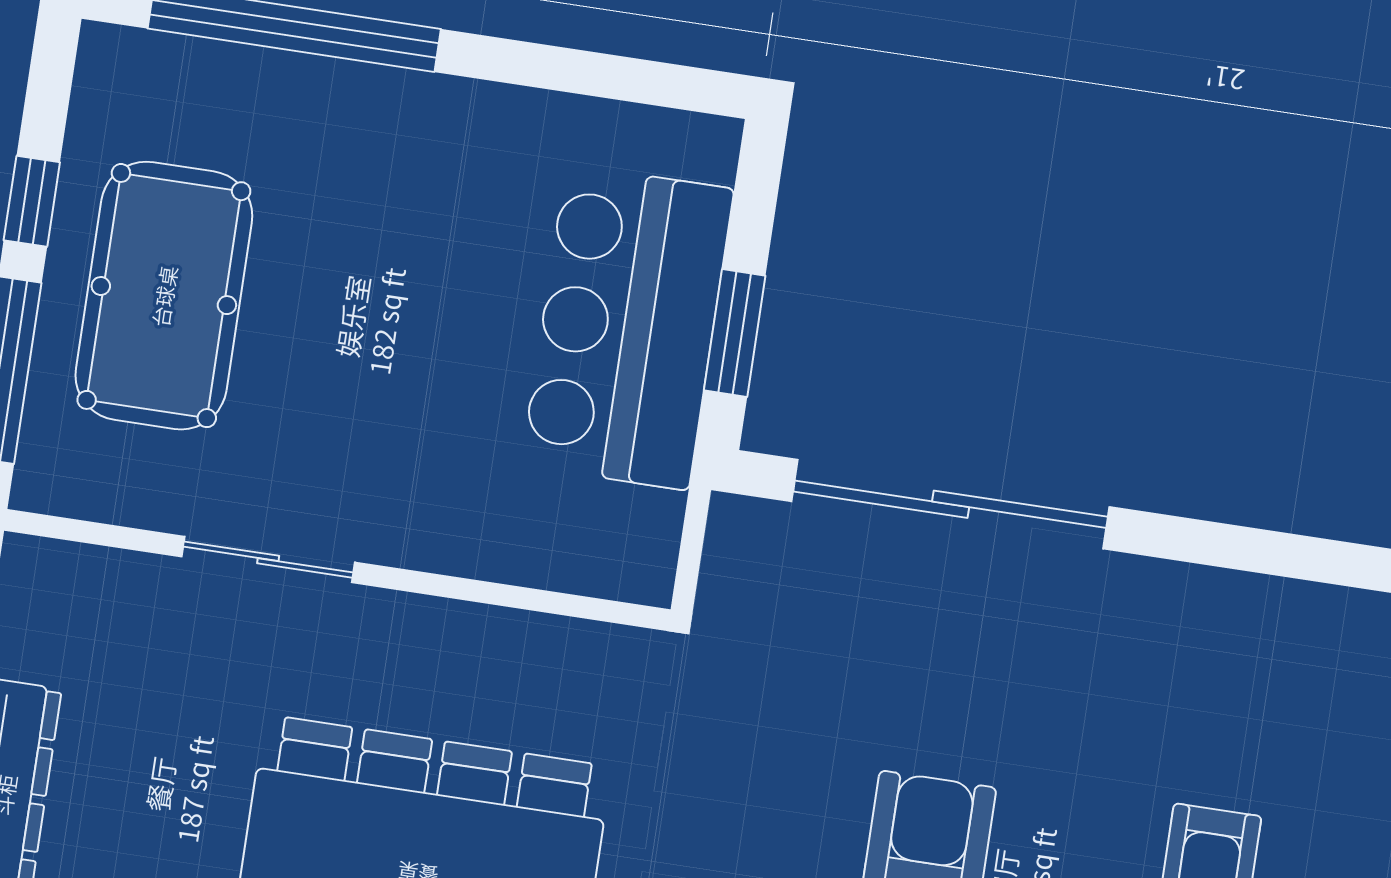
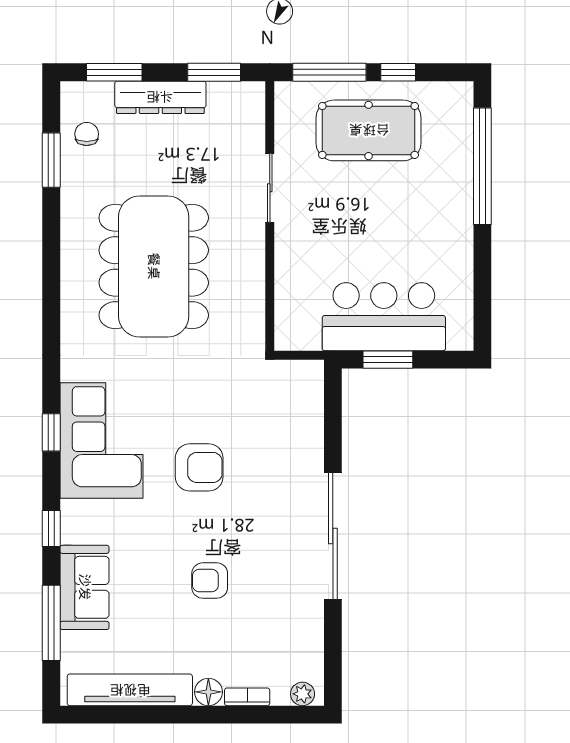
sliding door: (951, 504) -> (333, 536), moved

